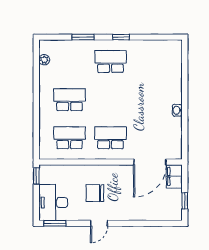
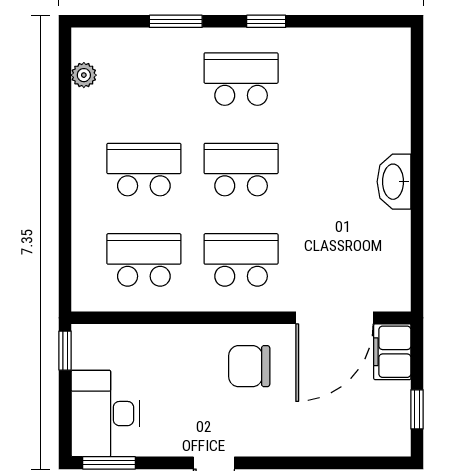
school desk: (110, 100) -> (241, 170), added
washbasin: (177, 110) -> (394, 182), width x1.91, depth x1.45
chair: (95, 193) -> (249, 366), moved

